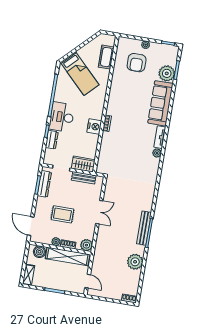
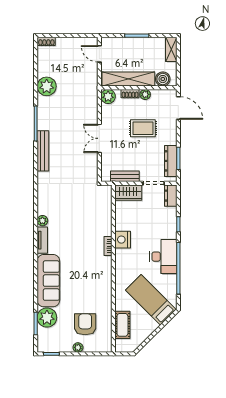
desk: (62, 117) -> (163, 257), moved
dresser: (52, 140) -> (171, 196), moved
bench: (144, 228) -> (43, 151), moved

